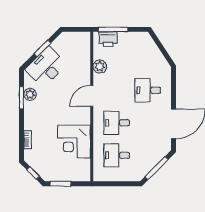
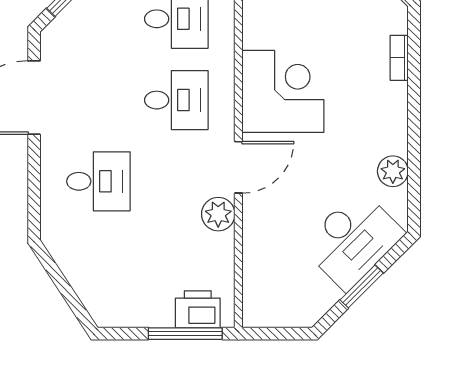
plant: (100, 67) -> (218, 214), moved
window: (22, 98) -> (414, 162), removed
corner desk: (74, 141) -> (283, 91), moved

